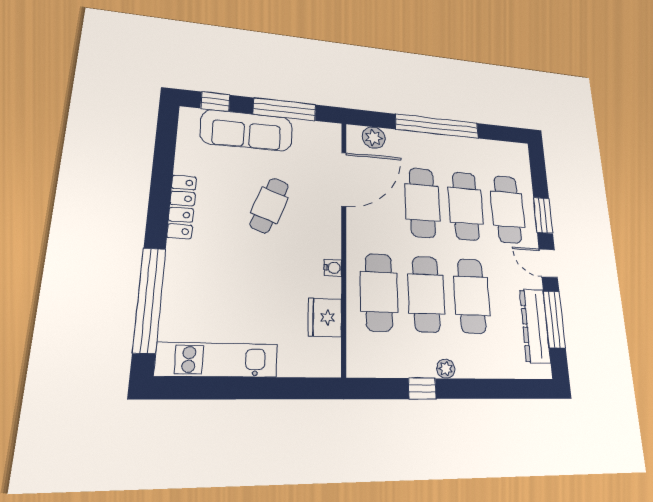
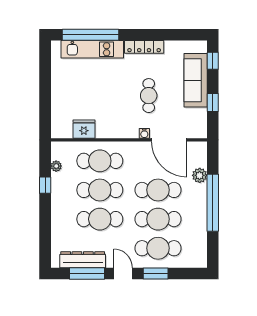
window: (285, 109) -> (213, 102), width x0.46
plant: (374, 138) -> (200, 175), moved
cafe table: (269, 205) -> (149, 96), turned 70
door: (548, 263) -> (123, 273), hinge flipped
water cooler: (333, 268) -> (144, 133), moved
kitchen unit: (217, 360) -> (92, 49), moved, turned 90
plant: (446, 369) -> (56, 166), moved

